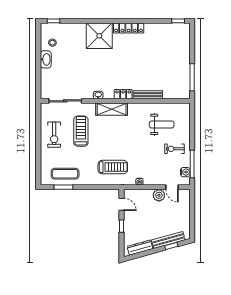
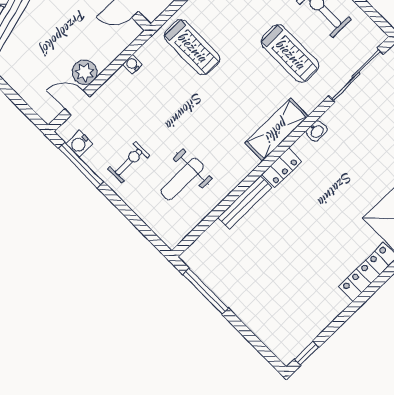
treadmill: (113, 167) -> (192, 47), turned -90

